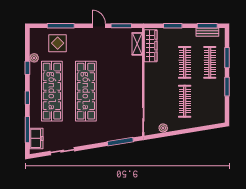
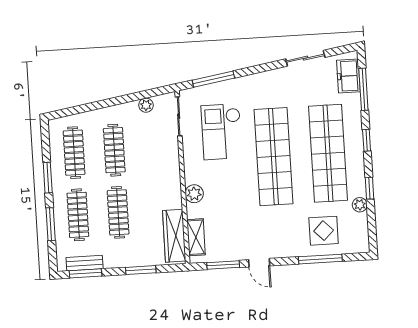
plant: (137, 71) -> (194, 194), added
clothes rail: (210, 101) -> (74, 153), added
checkout: (117, 109) -> (222, 132), added

